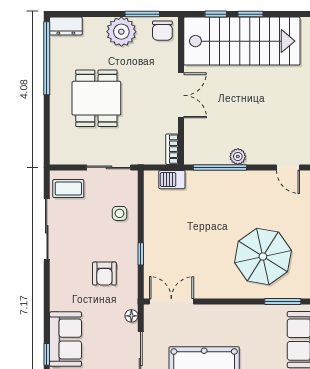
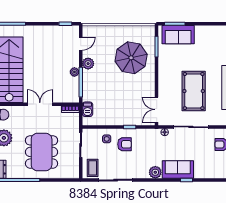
dining table: (96, 98) -> (42, 152), width x1.38
plant: (253, 180) -> (88, 64), added
armchair: (104, 274) -> (125, 144), moved
plant: (61, 299) -> (155, 172), added

